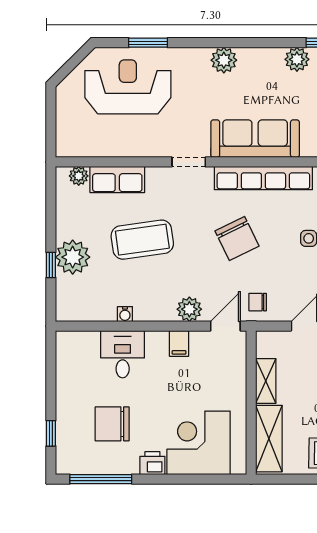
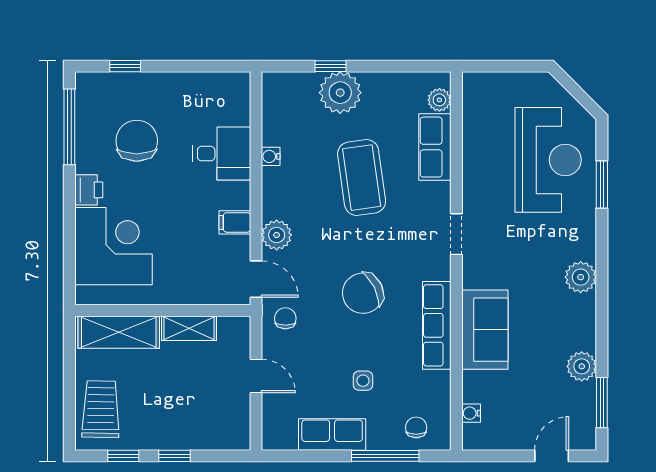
sofa: (255, 139) -> (485, 330), width x0.73
row of seats: (263, 178) -> (437, 325), width x0.73

